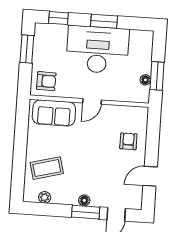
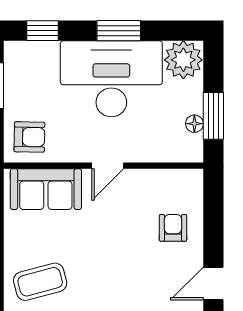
plant: (141, 41) -> (183, 60), added

